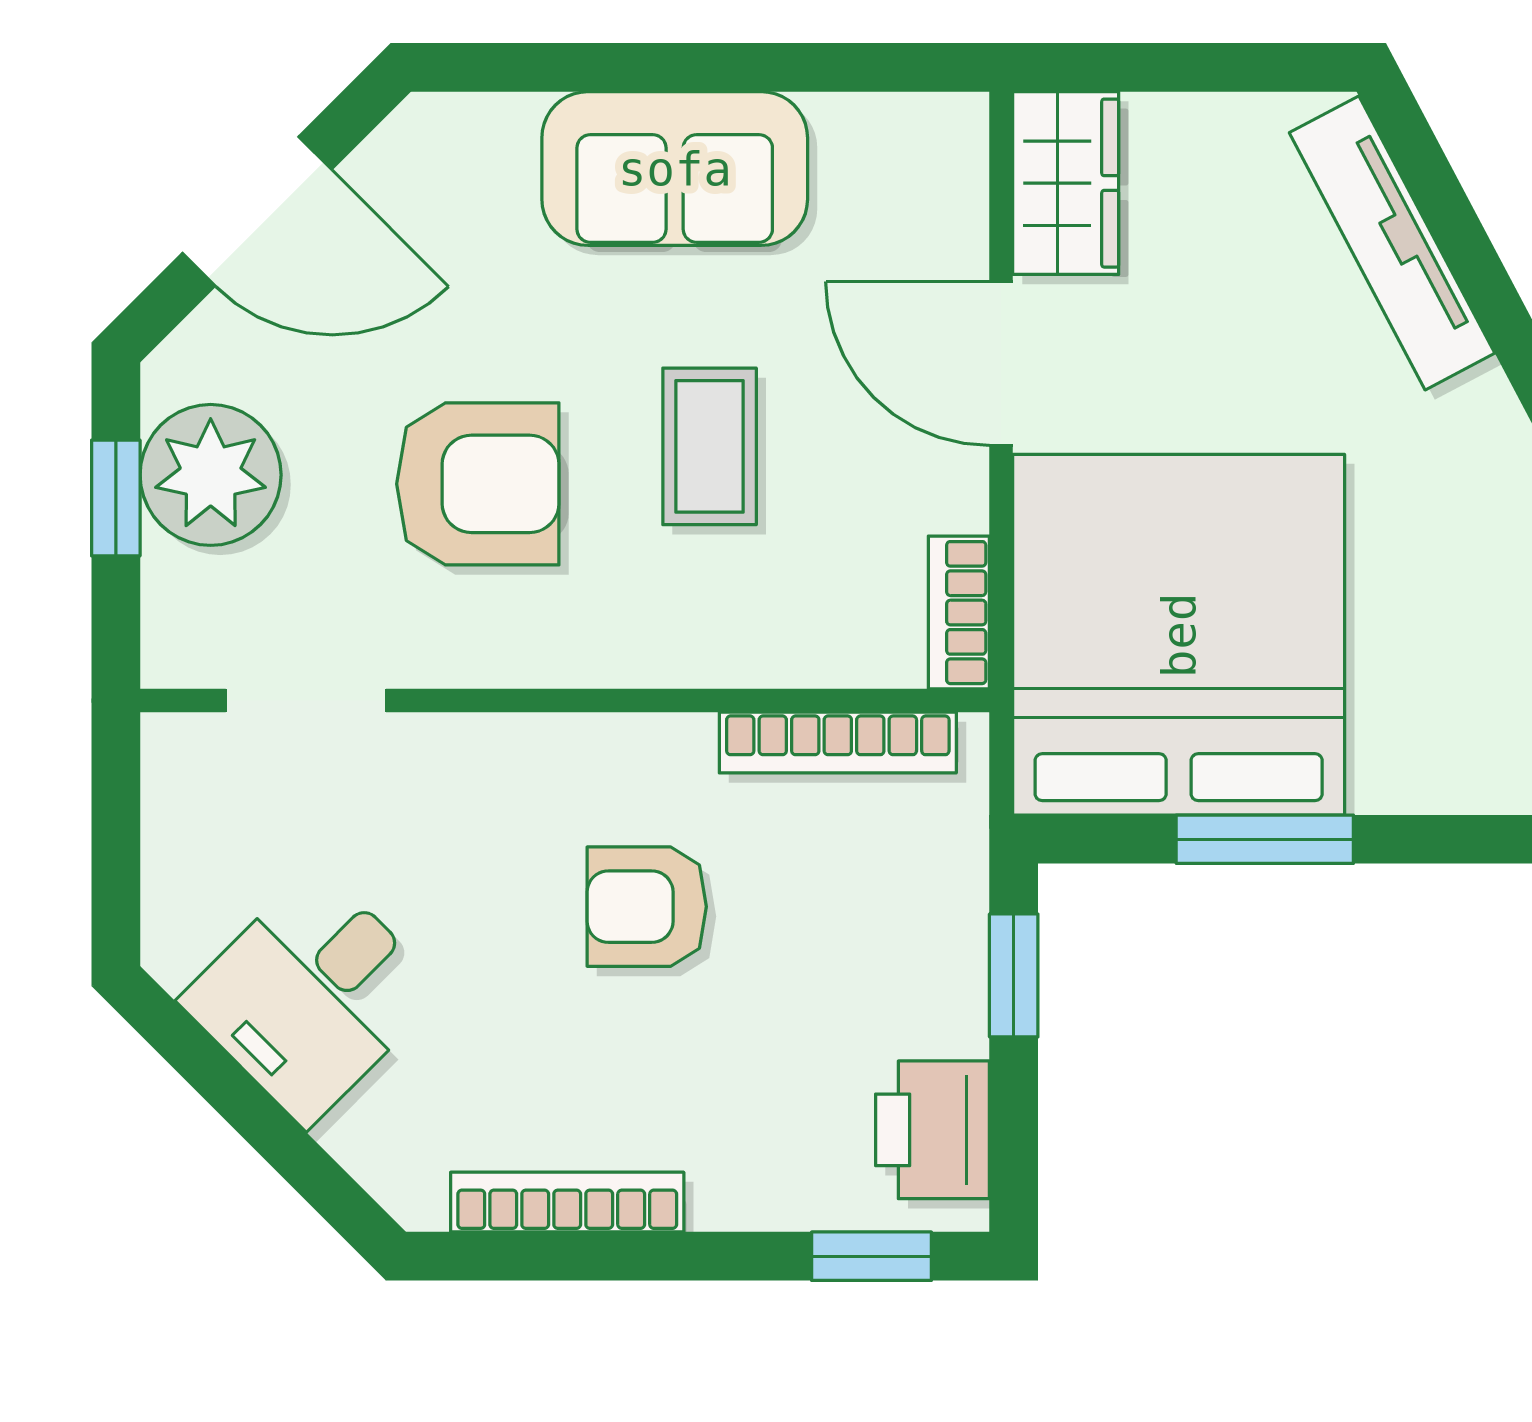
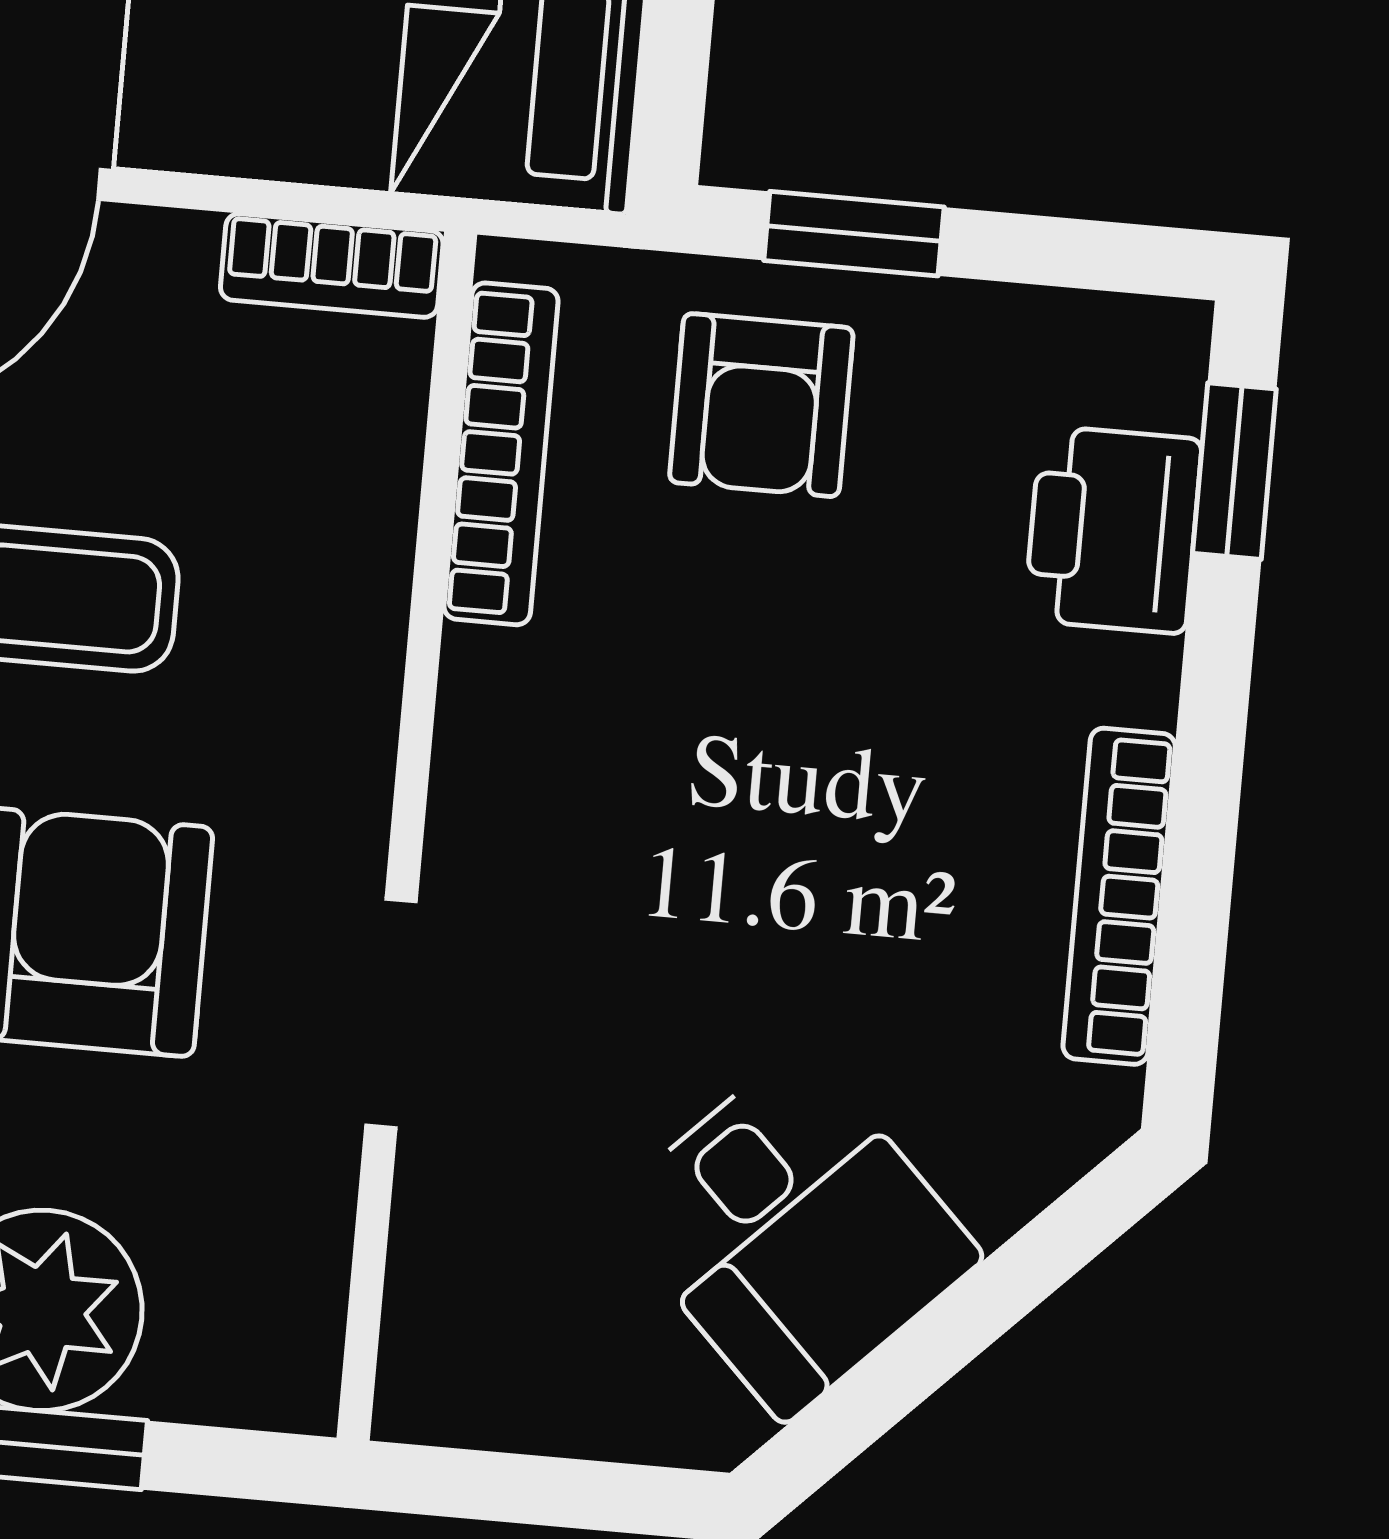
doorway: (306, 701) -> (391, 1013), moved
armchair: (647, 907) -> (761, 405), moved
printer: (933, 1130) -> (1113, 530), moved, turned 90

